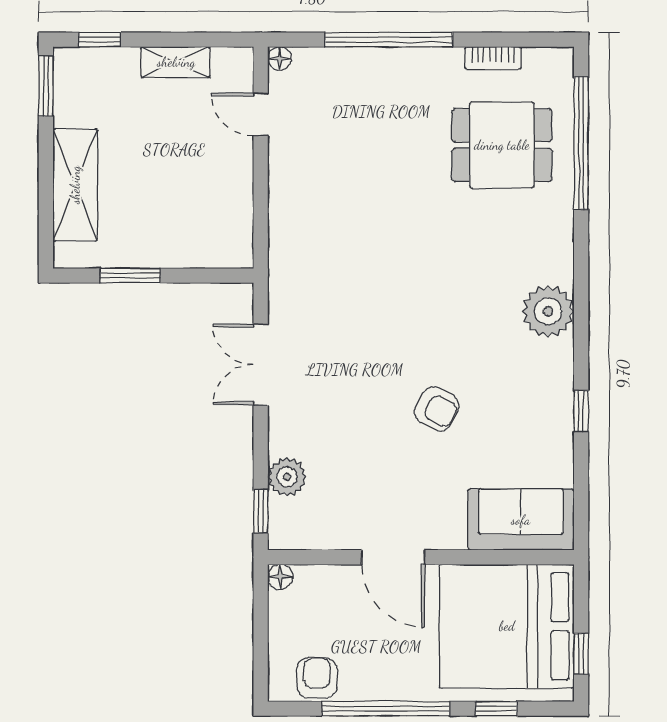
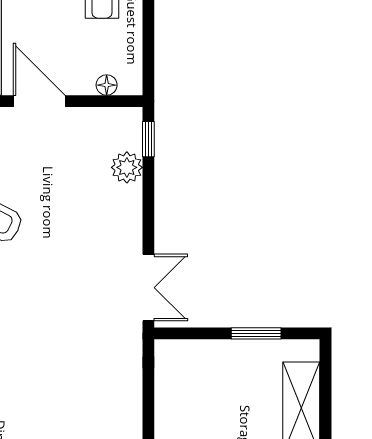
double door: (261, 365) -> (148, 288), moved
floor lamp: (280, 577) -> (107, 85), moved

